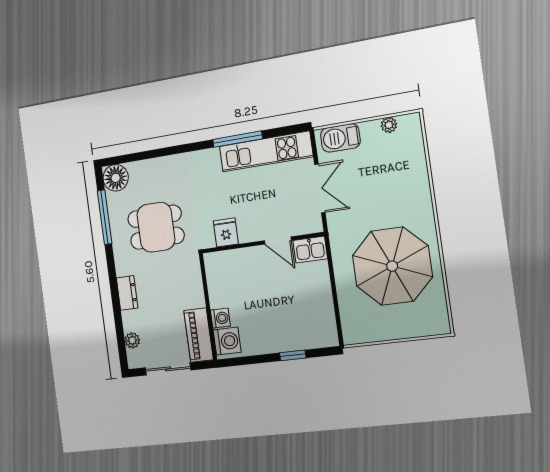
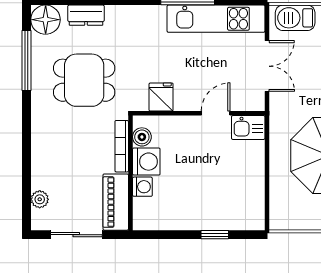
door: (278, 240) -> (216, 113), swing flipped
boiler: (214, 272) -> (142, 137), added
bookcase: (197, 283) -> (122, 146), added
dresser: (127, 293) -> (86, 15), moved, turned 90
washing machine: (227, 341) -> (146, 162), moved

